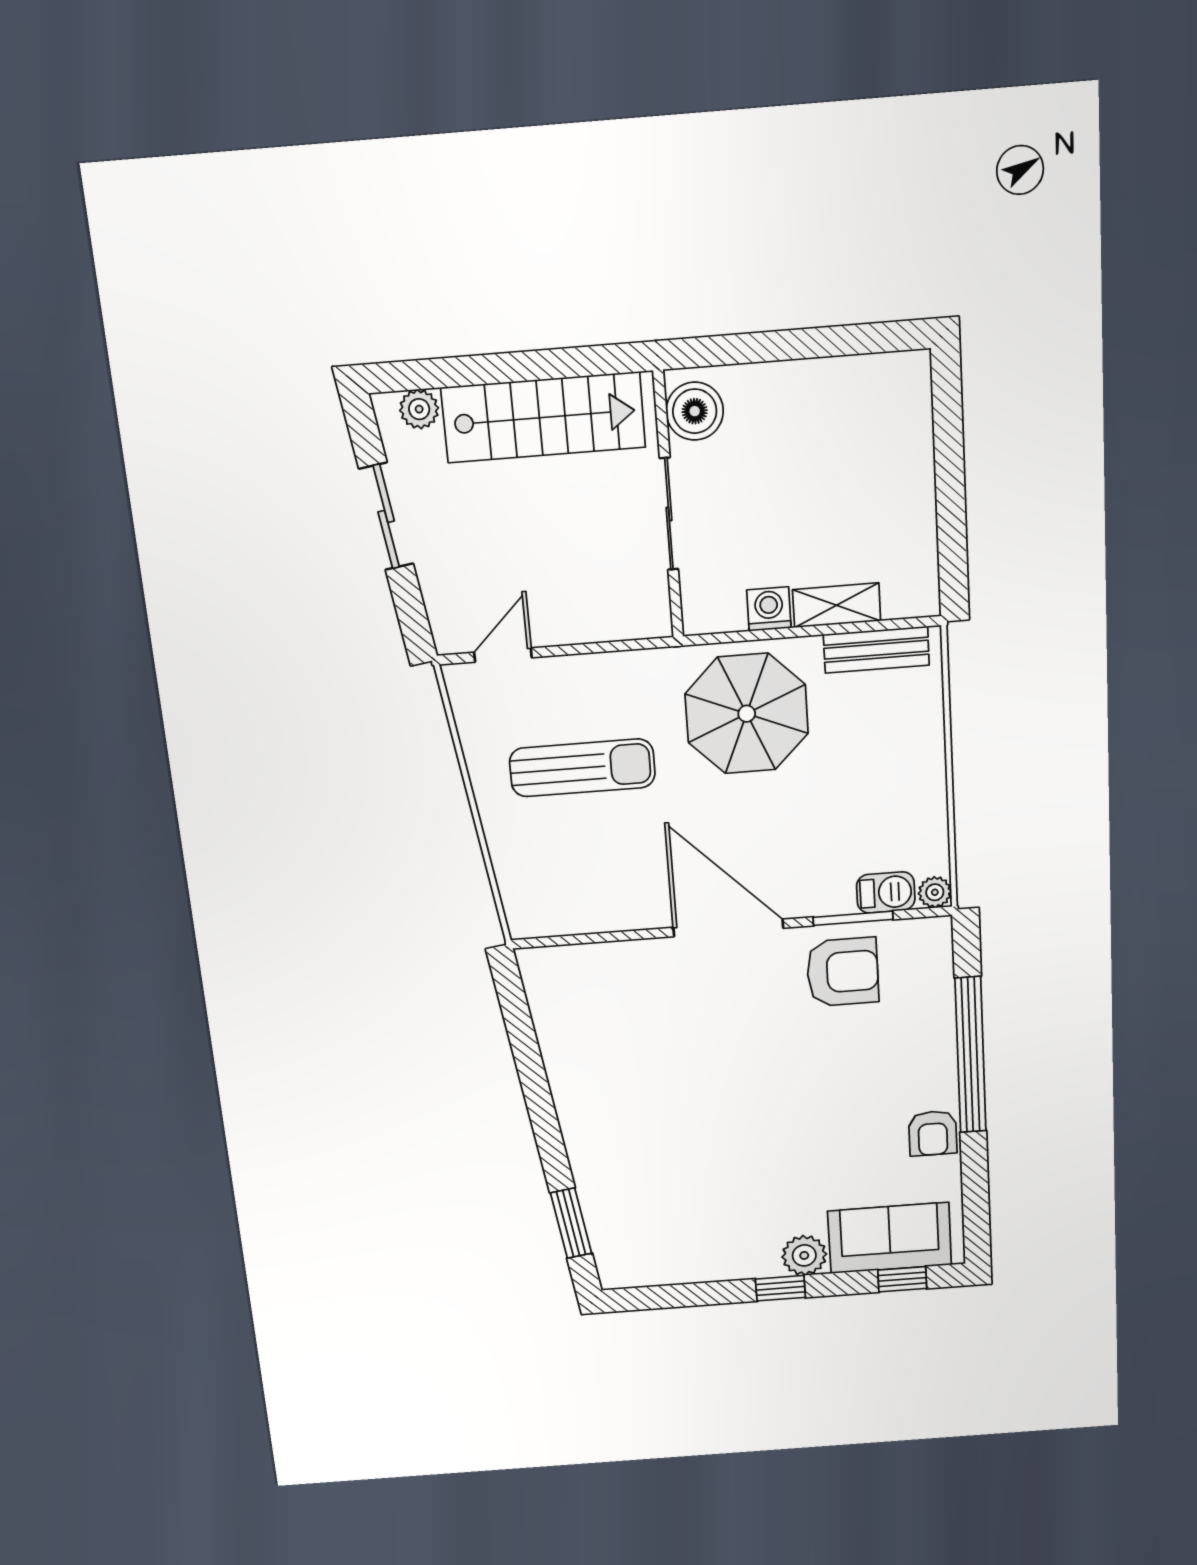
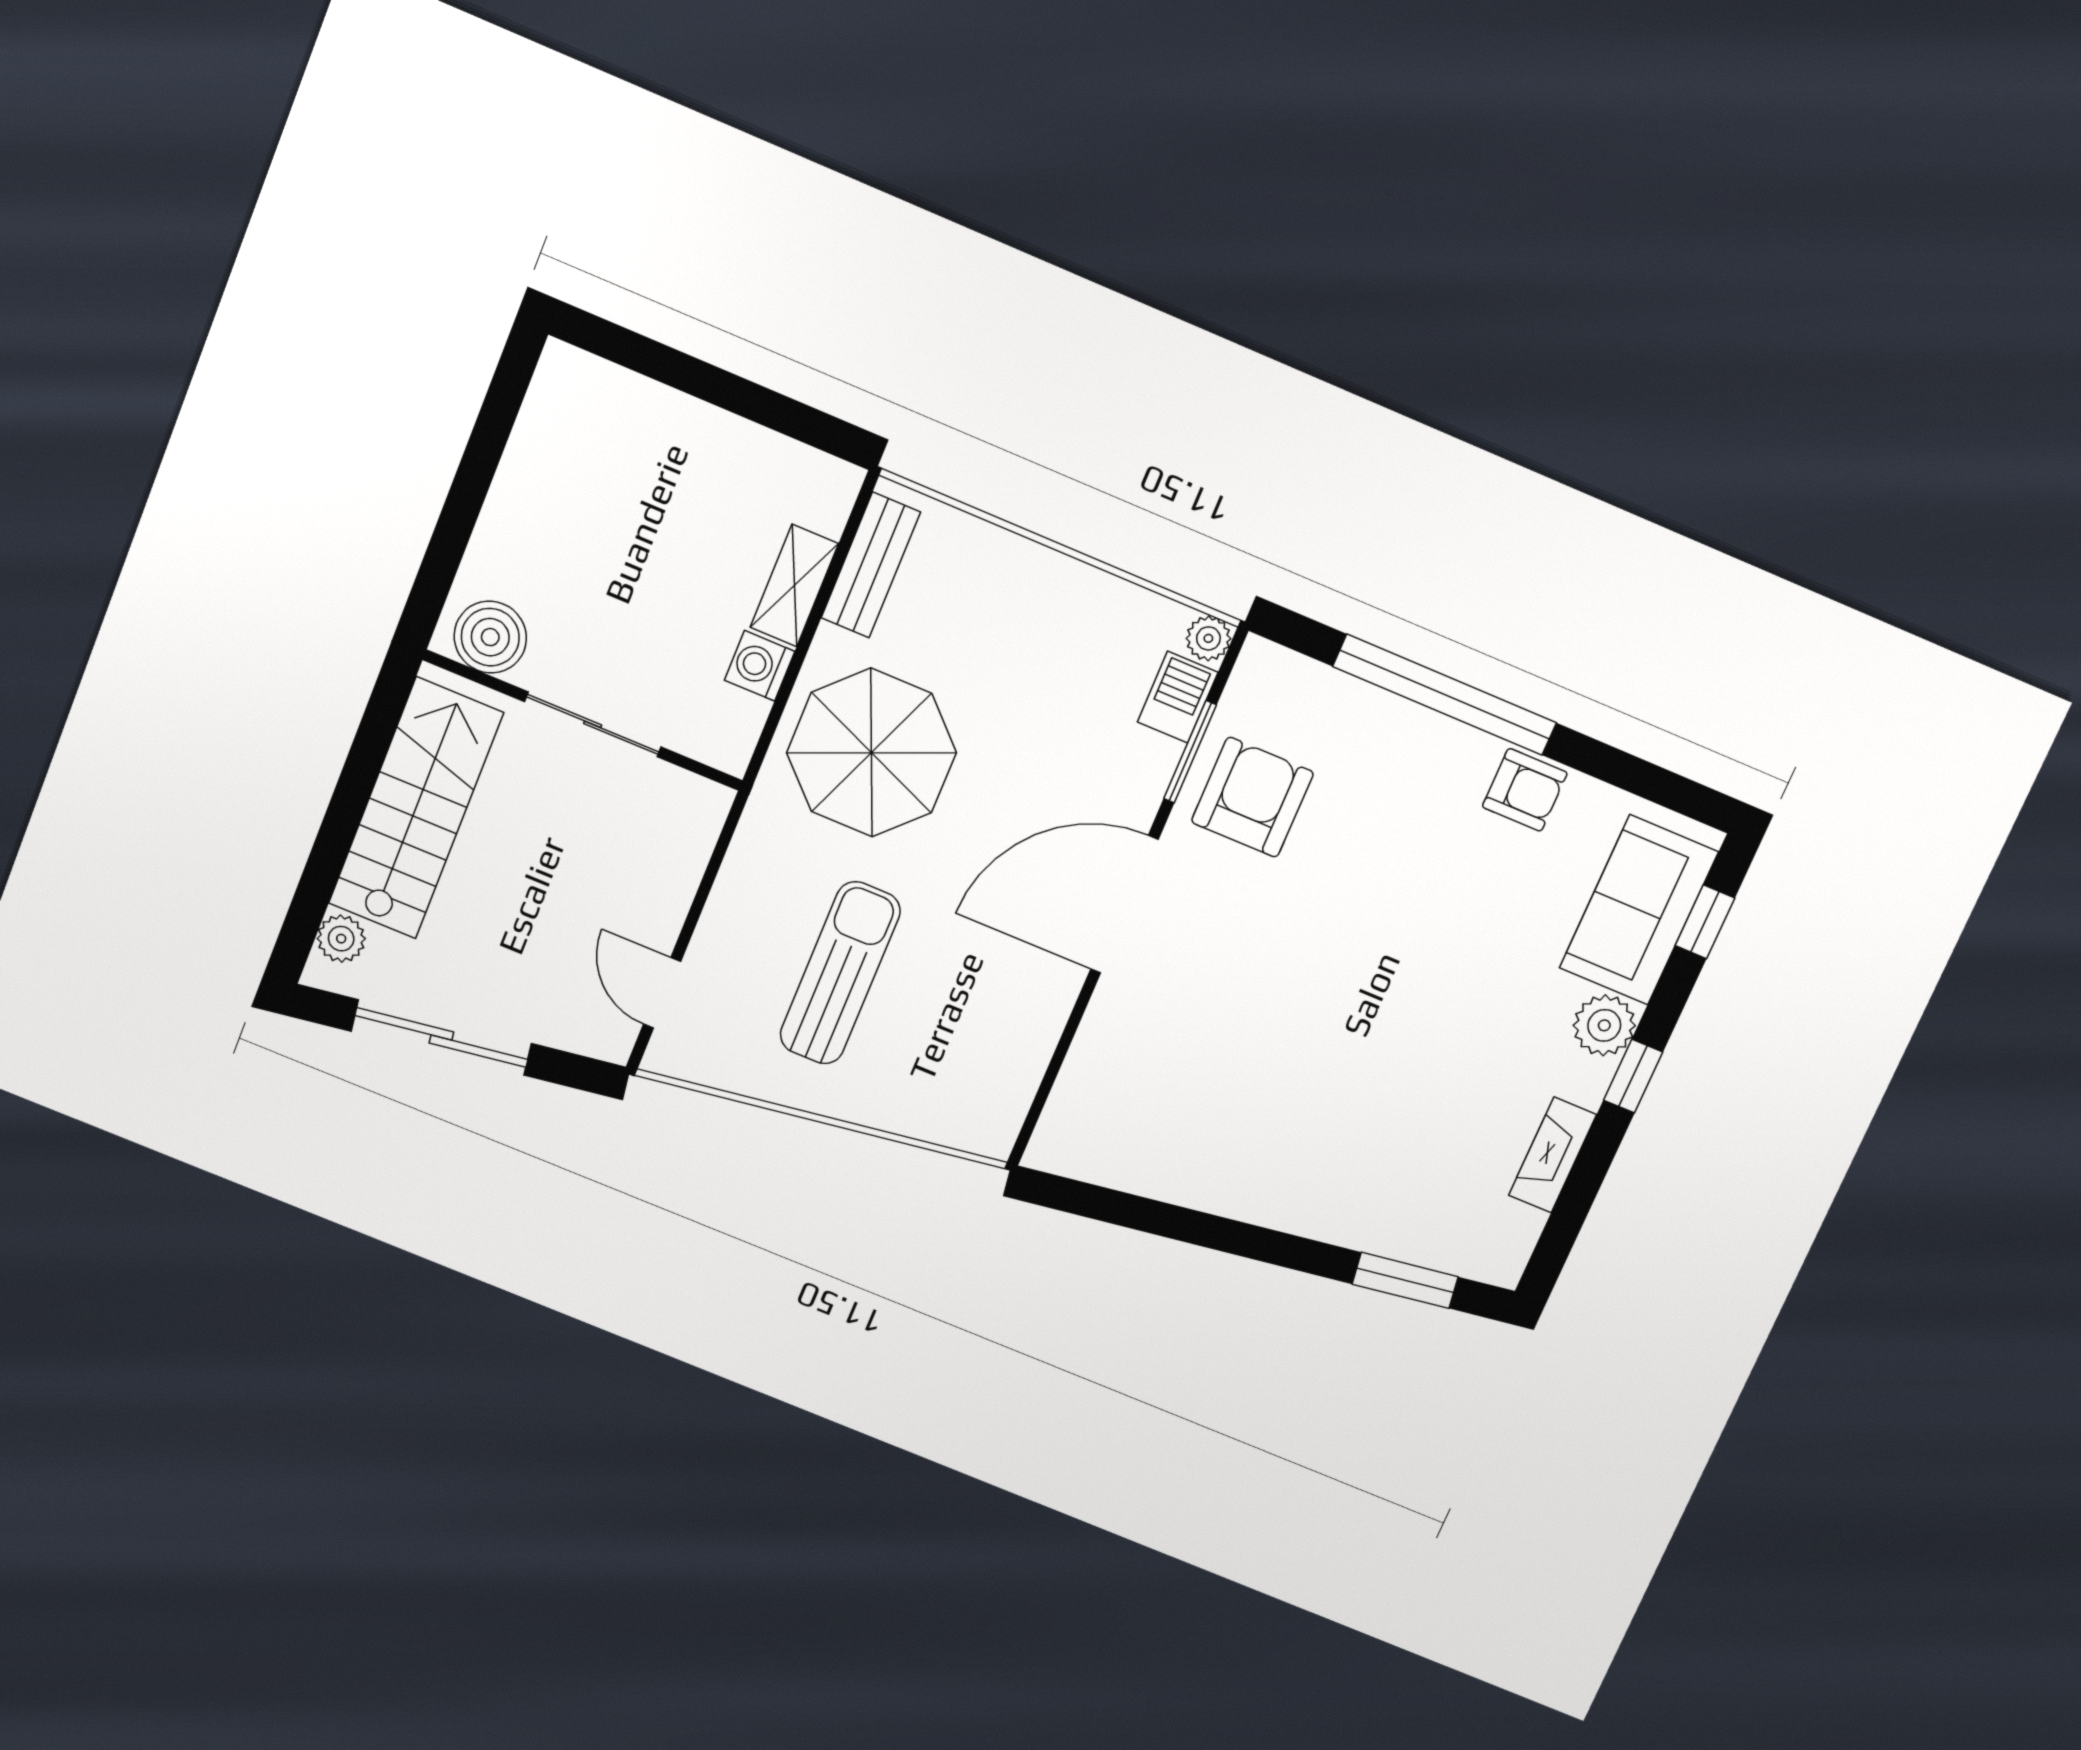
sliding door: (386, 516) -> (441, 1037), width x1.37
fireplace: (703, 1268) -> (1553, 1155), added

